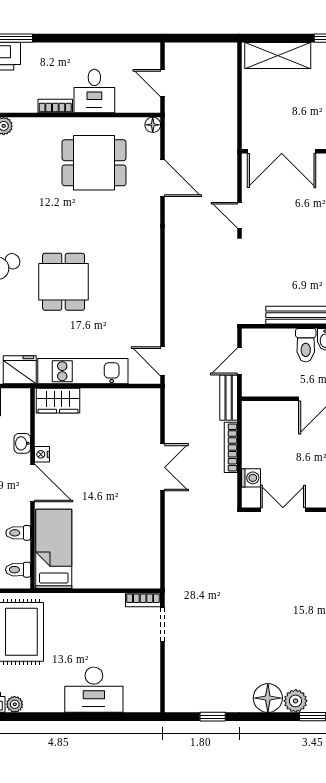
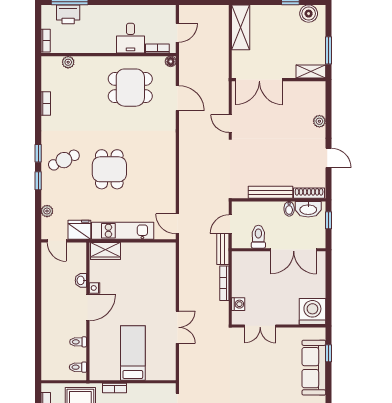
shelving: (278, 56) -> (241, 27), moved, turned 90
door: (163, 83) -> (177, 33), swing flipped
bookcase: (55, 106) -> (157, 48), moved
toilet: (306, 345) -> (258, 237), moved, turned 180
double door: (163, 467) -> (177, 327), moved
door: (32, 483) -> (88, 308), hinge flipped
double door: (283, 510) -> (260, 326), swing flipped
bed: (54, 549) -> (133, 353), moved
bookcase: (143, 600) -> (114, 388), moved

